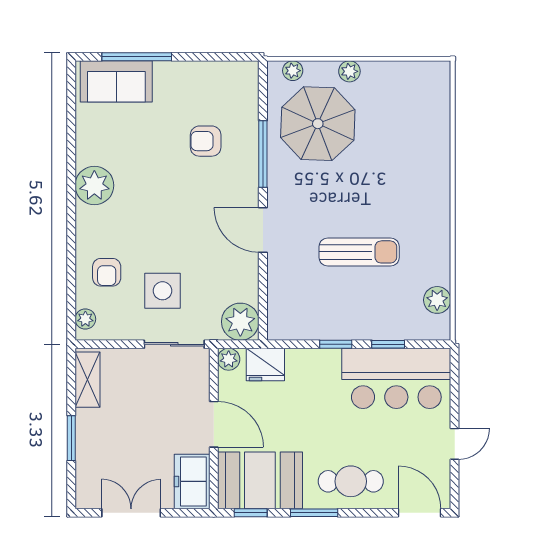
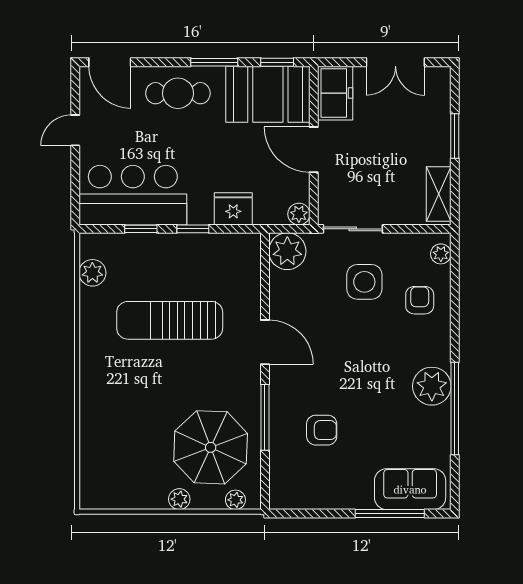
window: (71, 163) -> (455, 409), added
sun lounger: (359, 252) -> (170, 320), width x1.36, depth x1.34
fridge: (265, 365) -> (233, 209), moved

